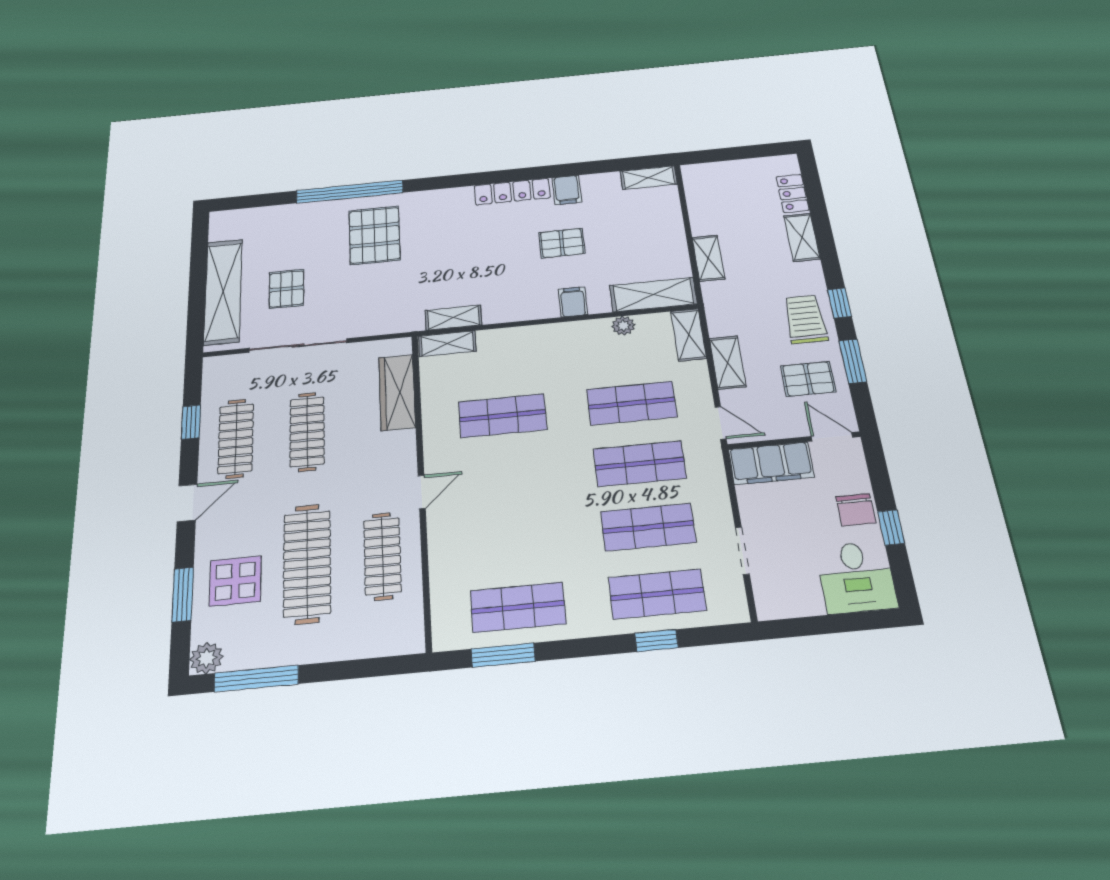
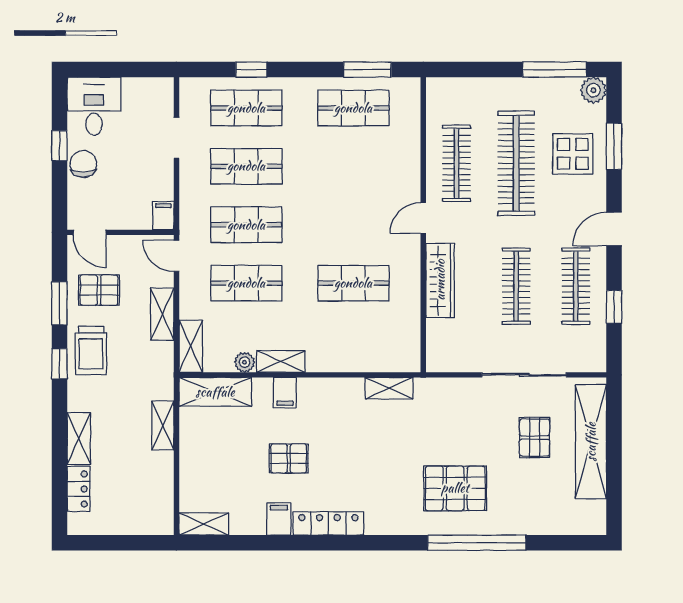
pallet: (375, 235) -> (455, 488), turned 90
shelving: (447, 344) -> (281, 361), moved
wardrobe: (397, 392) -> (440, 280), moved
filing cabinet: (771, 463) -> (163, 216), width x0.33, depth x0.86

